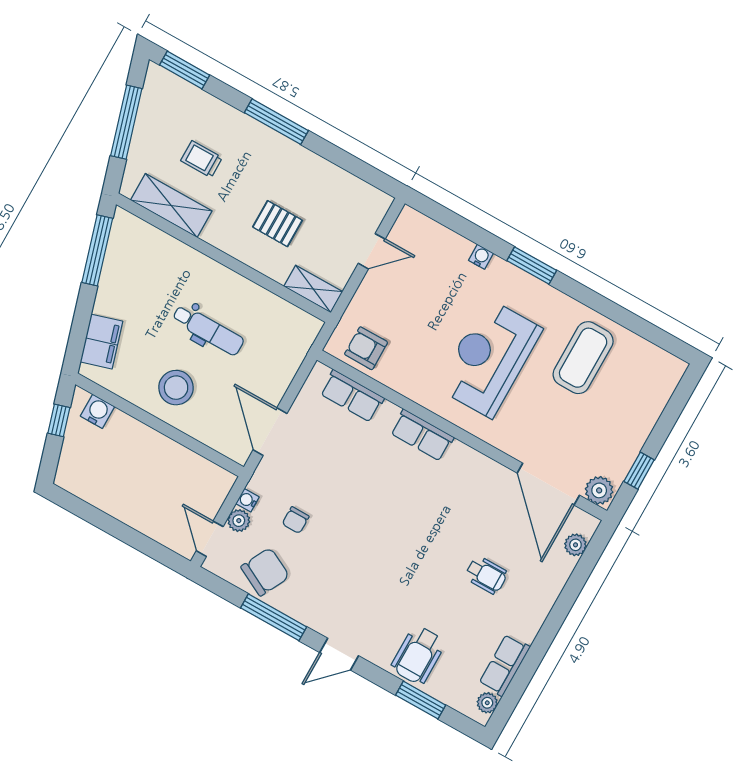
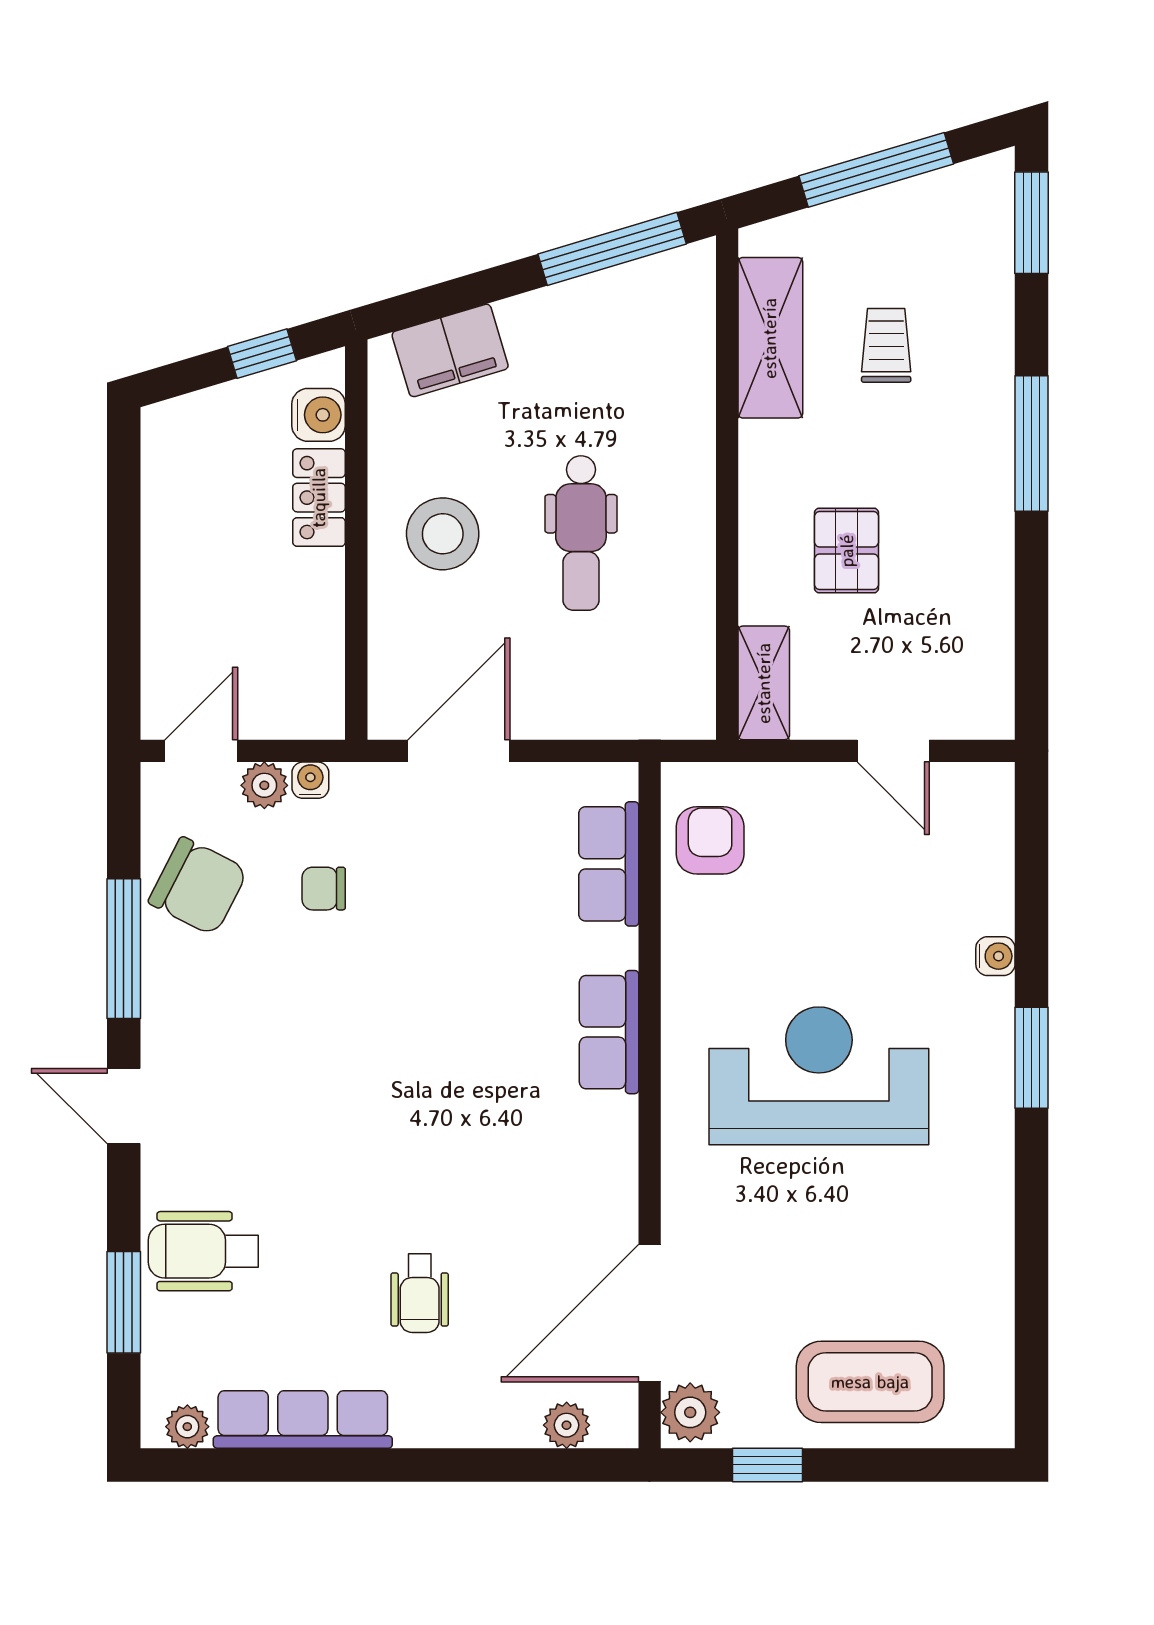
coffee table: (583, 358) -> (870, 1382), moved
locker: (132, 430) -> (319, 498), added
row of seats: (505, 665) -> (303, 1419), width x1.48

